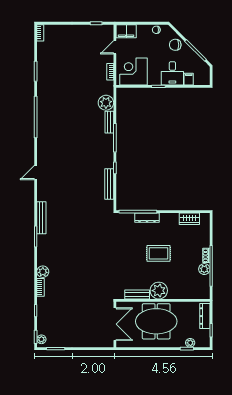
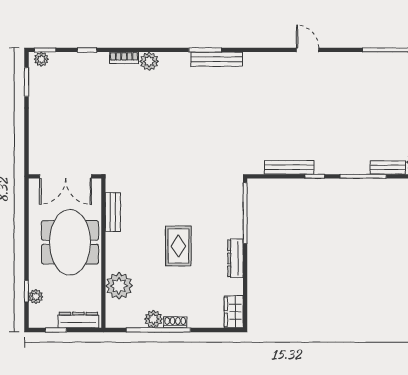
bench: (41, 218) -> (217, 59), moved
dresser: (147, 218) -> (235, 258), moved
wardrobe: (189, 219) -> (234, 312), moved
plant: (159, 291) -> (119, 286), moved

